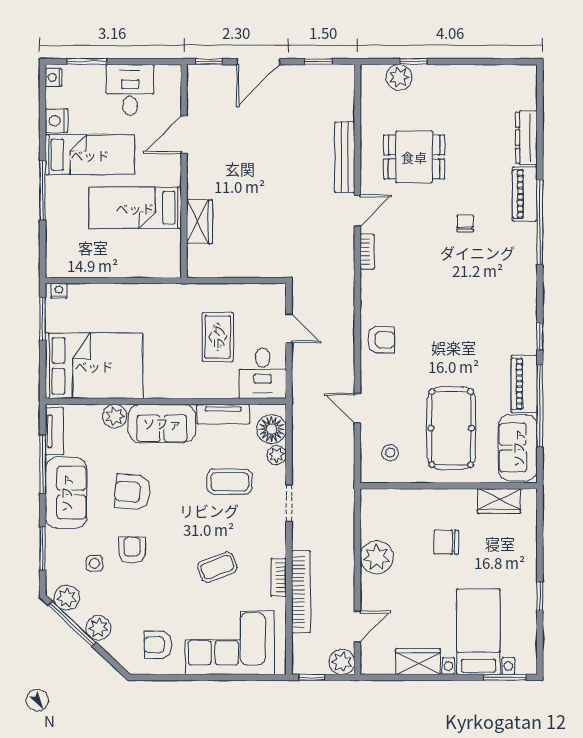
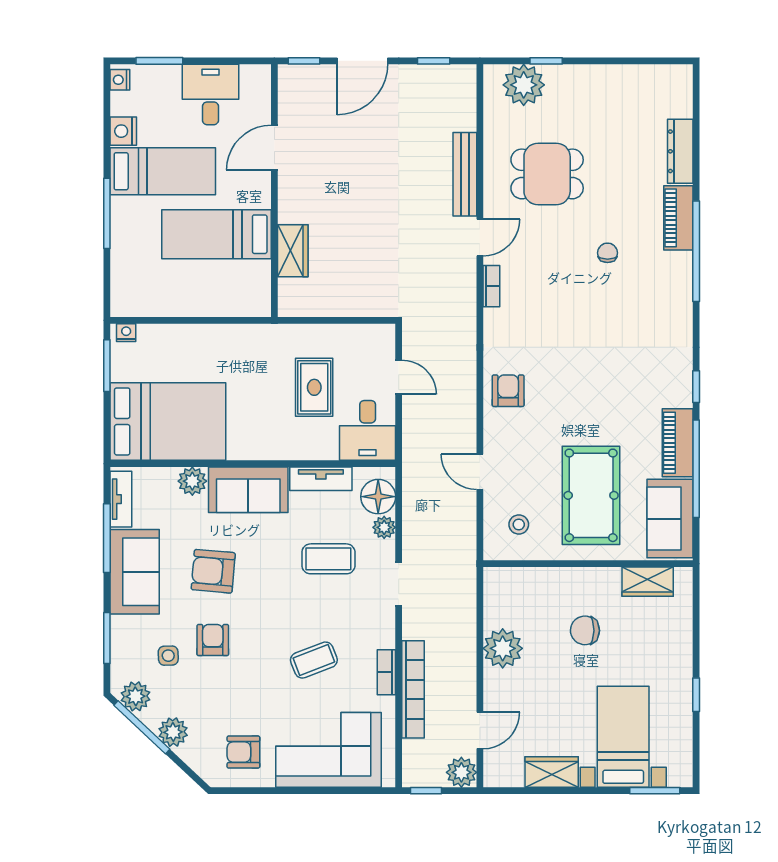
plant: (399, 77) -> (524, 85), width x1.36, depth x1.36
armchair: (381, 340) -> (508, 391), turned -90

